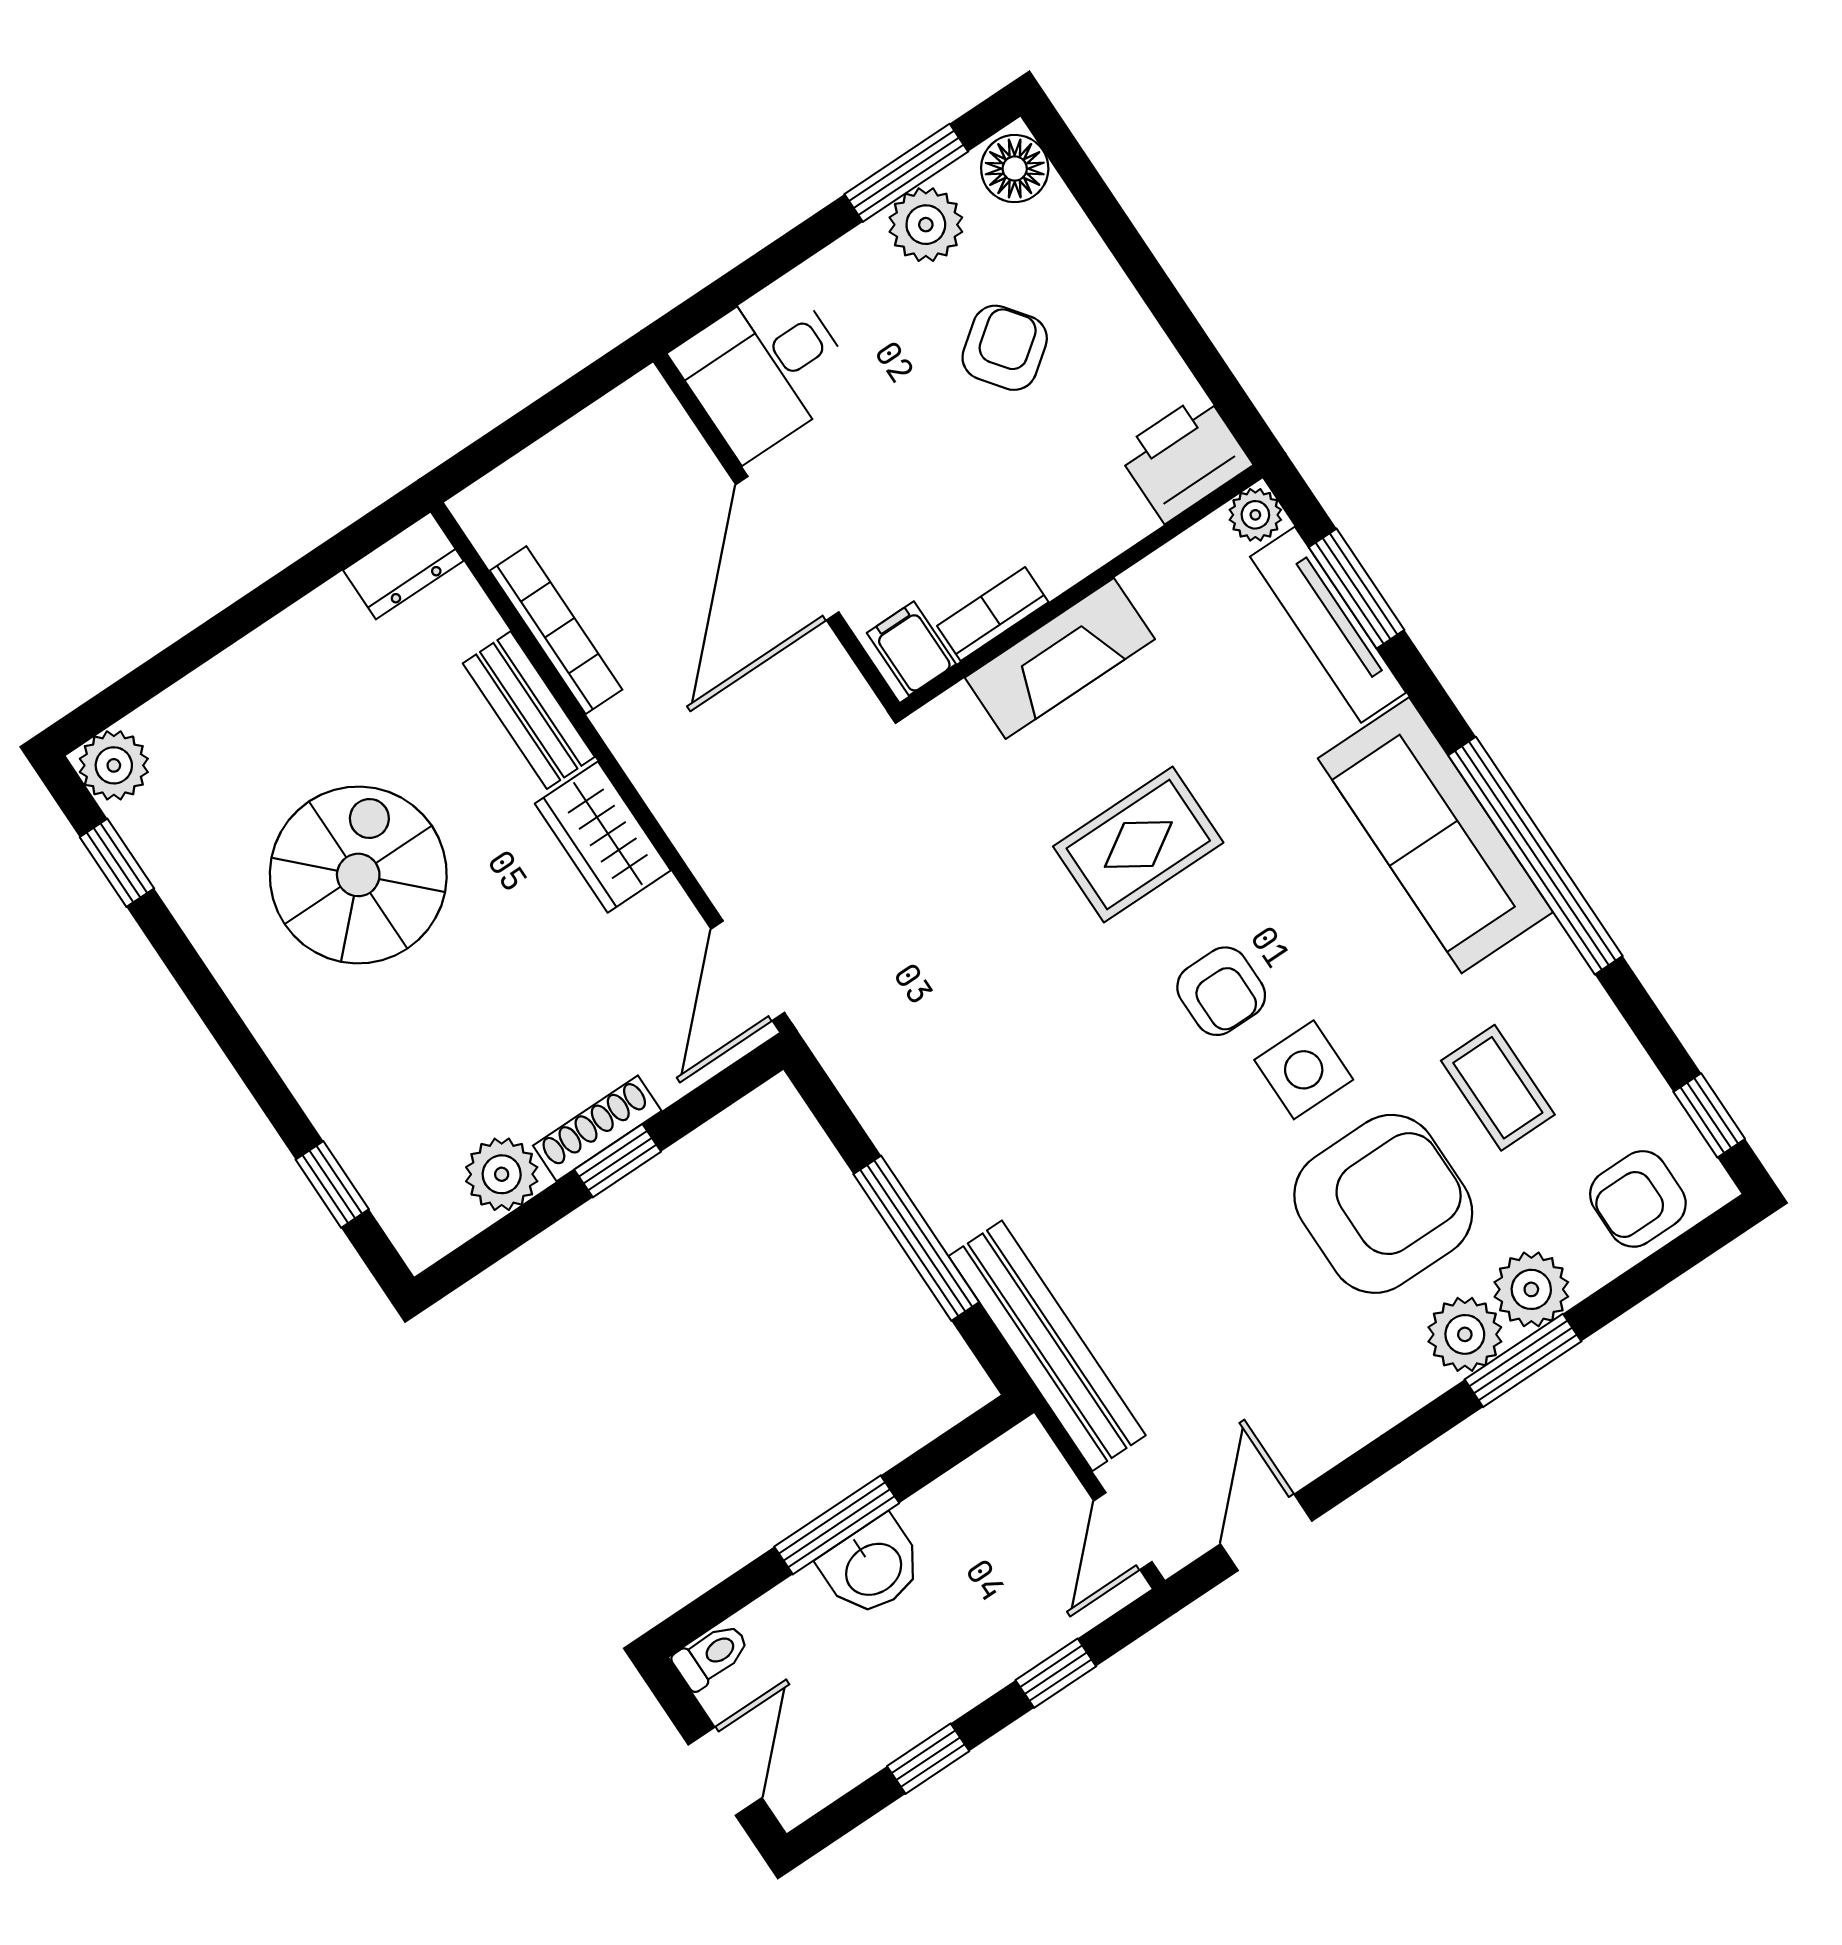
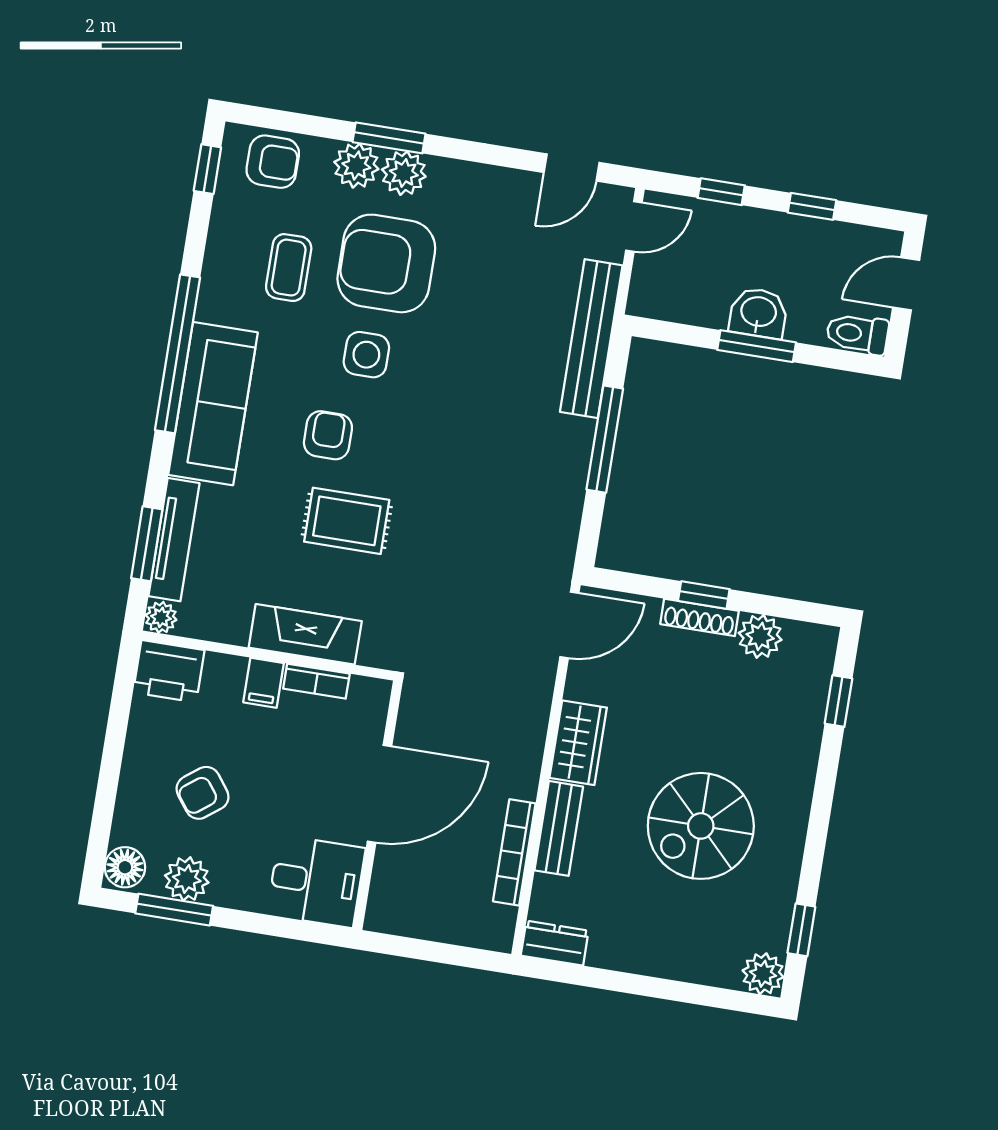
filing cabinet: (911, 648) -> (264, 683), moved
armchair: (1221, 991) -> (328, 435), moved
toilet: (711, 1656) -> (857, 334), width x1.37, depth x1.39

